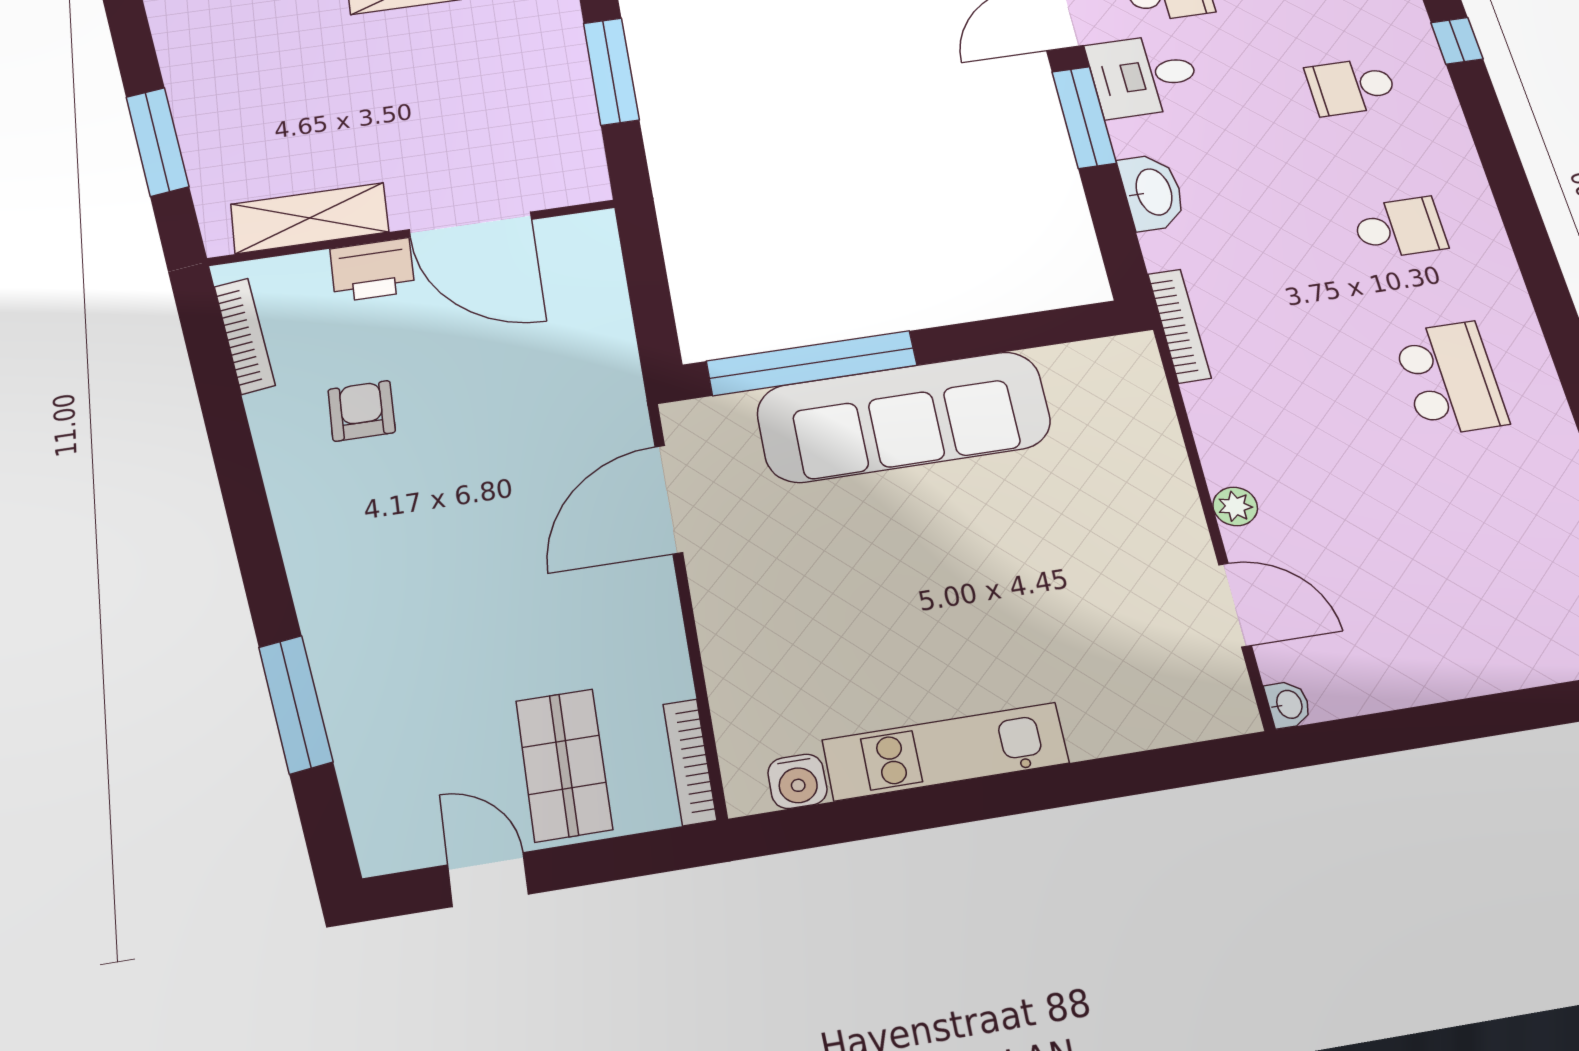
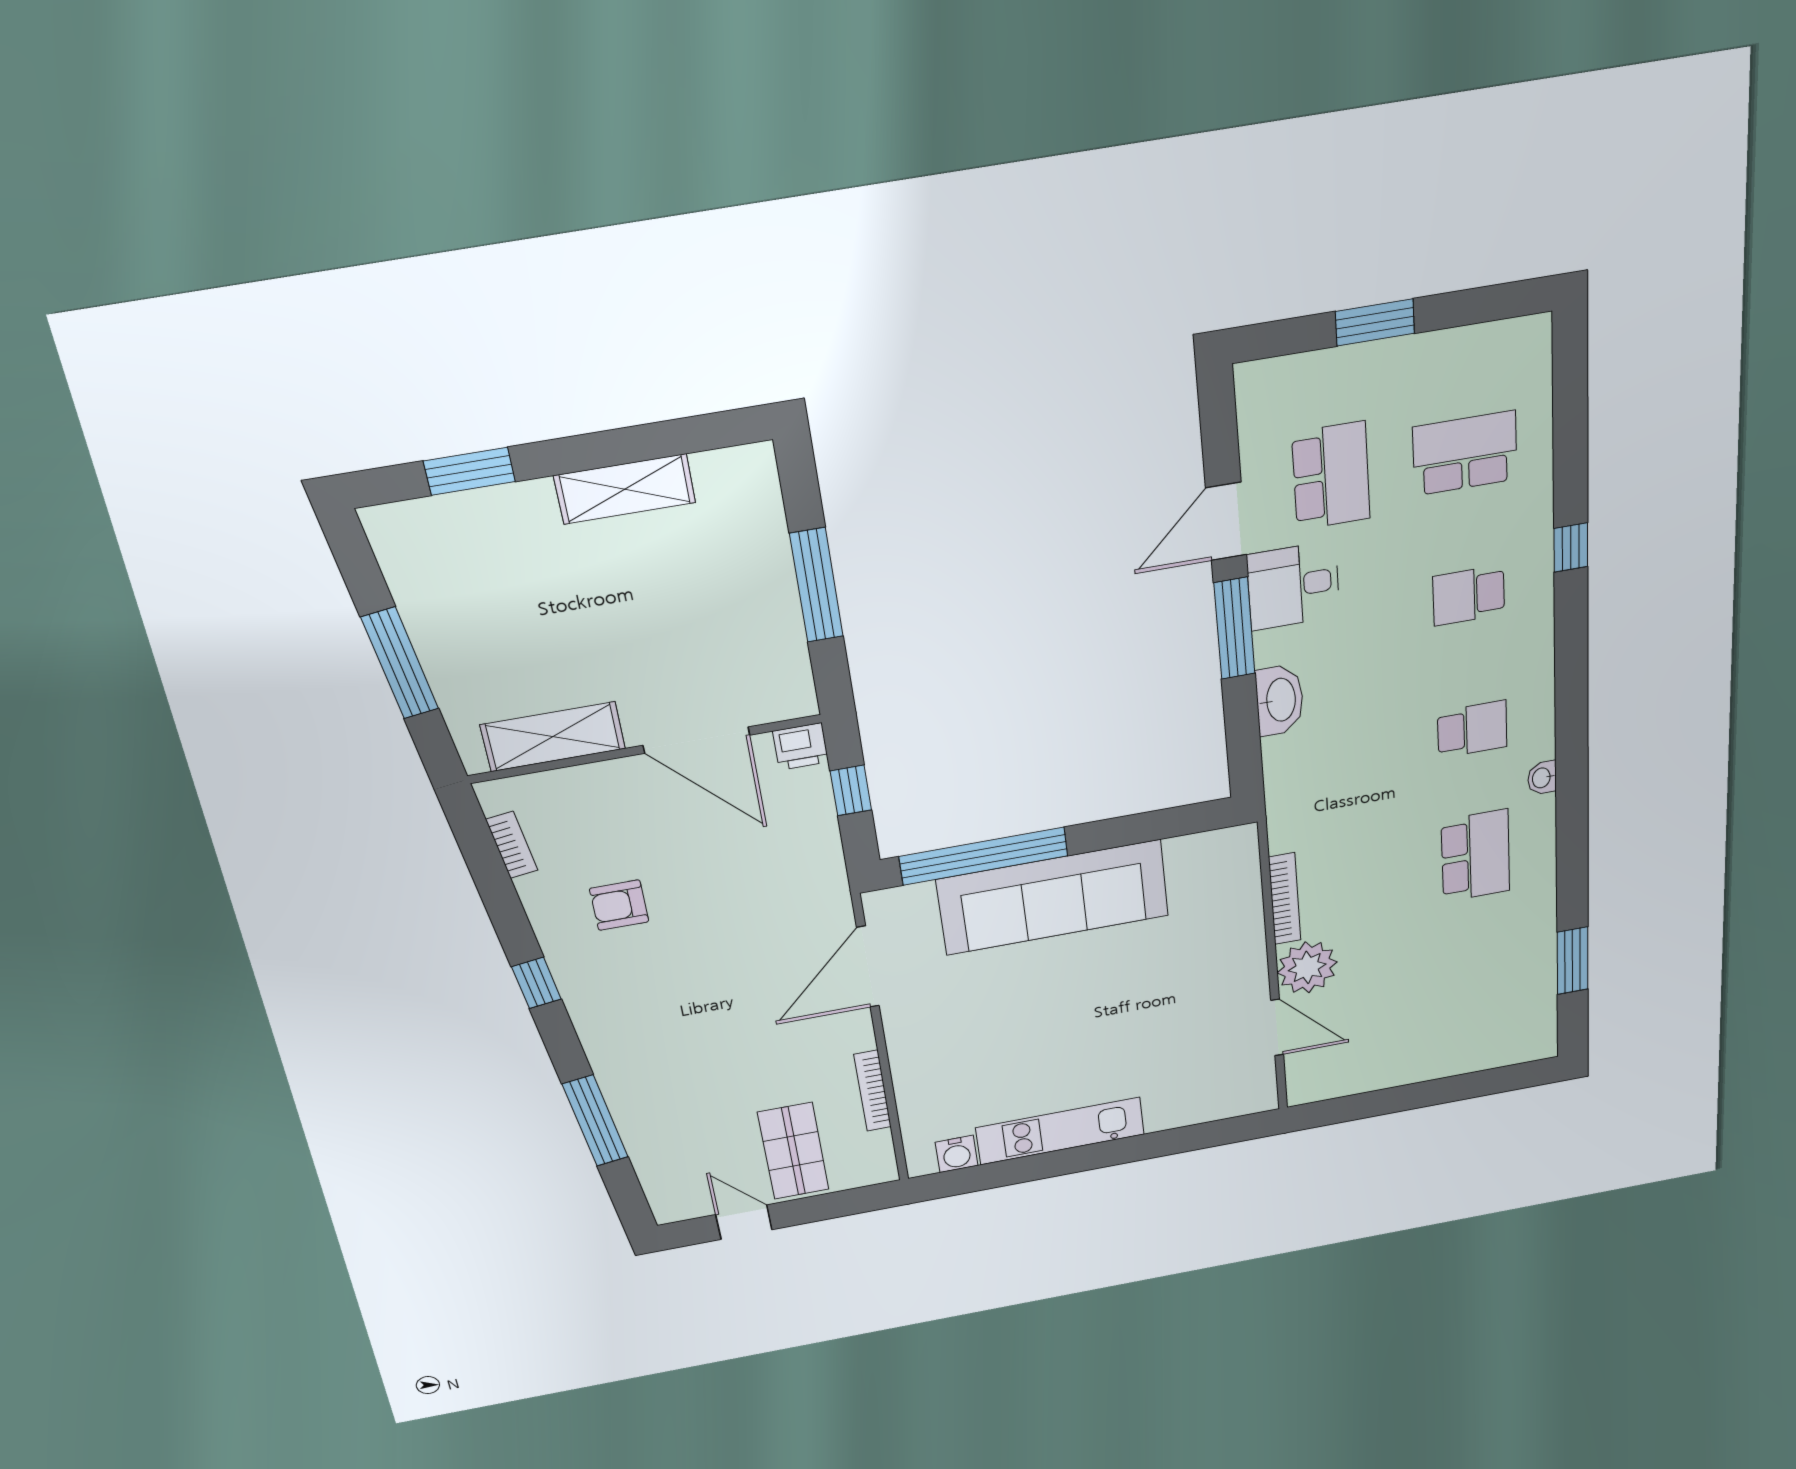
printer: (372, 270) -> (801, 747), moved, width x0.73, depth x0.81
window: (648, 283) -> (851, 790), added
bookcase: (1179, 326) -> (1285, 899), moved
bookcase: (244, 336) -> (512, 845), width x0.64
armchair: (362, 411) -> (619, 905), turned -90
window: (247, 506) -> (536, 983), added
plant: (1235, 506) -> (1307, 967), width x1.88, depth x1.88
washbasin: (1288, 704) -> (1542, 778), moved, turned 180
bookcase: (690, 762) -> (873, 1091), moved

